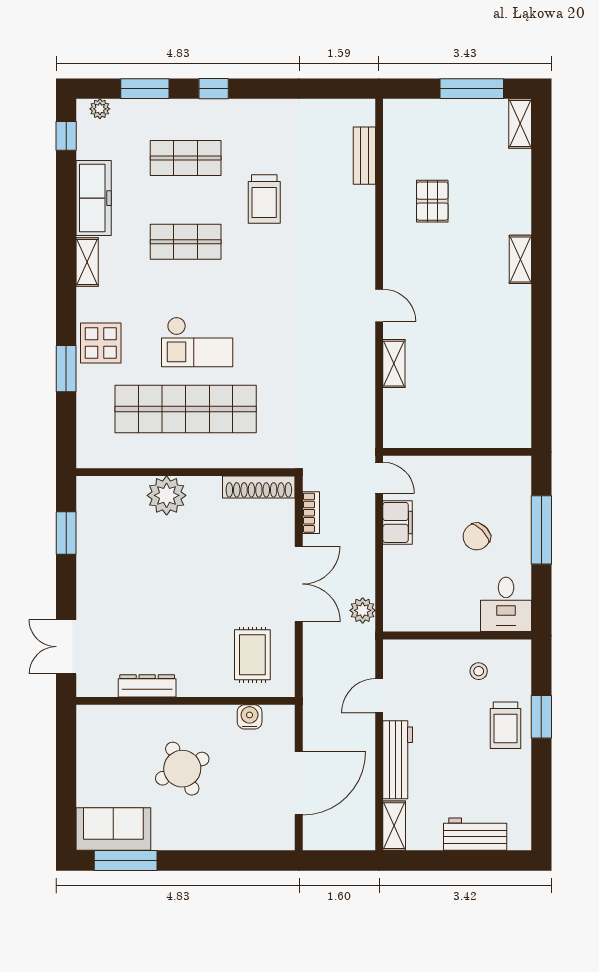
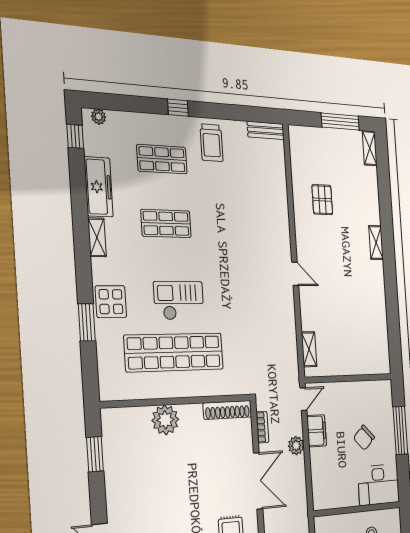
window: (145, 89) -> (130, 104), removed
bench: (364, 156) -> (266, 130), moved, turned 90
trolley: (264, 199) -> (212, 143), moved
checkout: (197, 342) -> (179, 301), turned 180
shelving: (394, 364) -> (309, 349), moved
door: (379, 478) -> (303, 399), hinge flipped
desk: (506, 604) -> (379, 485), width x1.37
plant: (363, 610) -> (296, 446), moved

